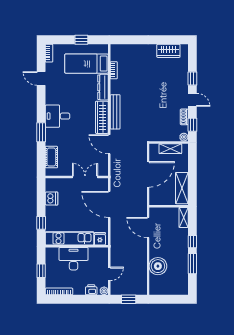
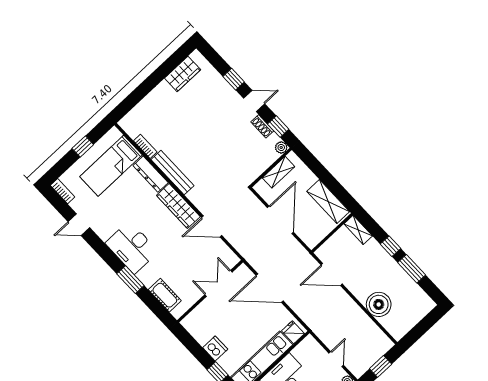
bench: (115, 112) -> (172, 173), moved
desk: (58, 116) -> (132, 247), width x1.37
dishwasher: (52, 199) -> (215, 348), moved

